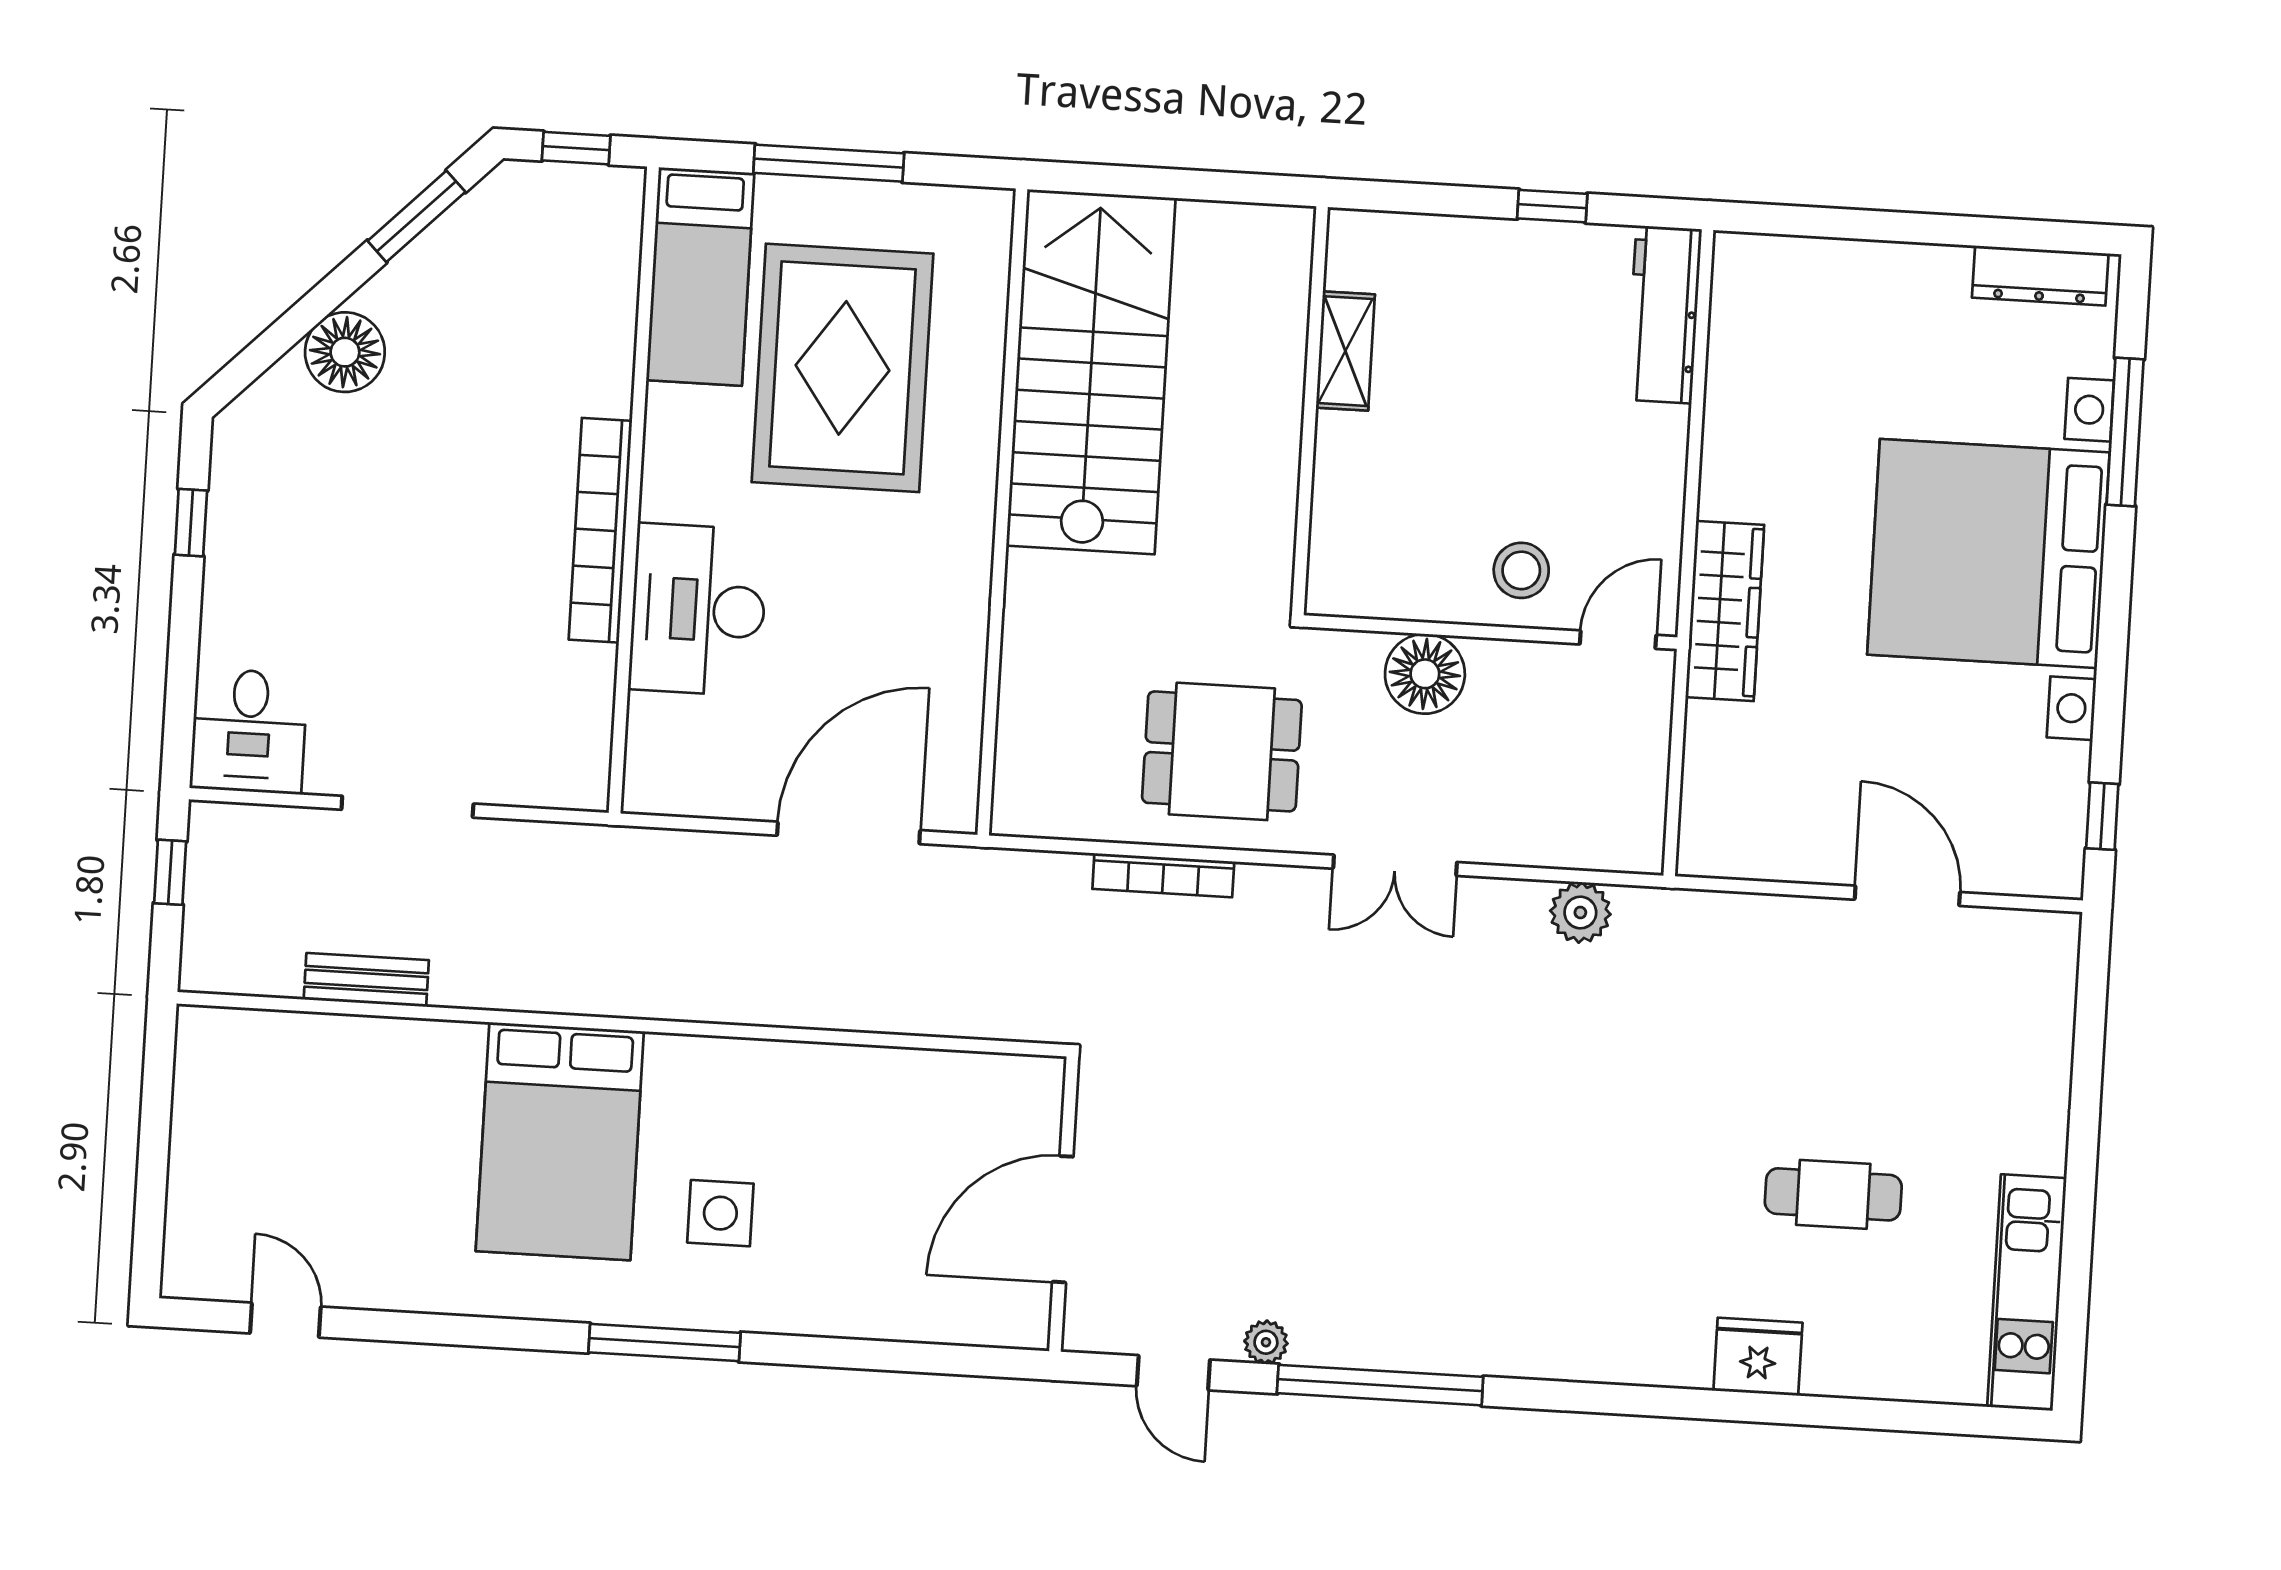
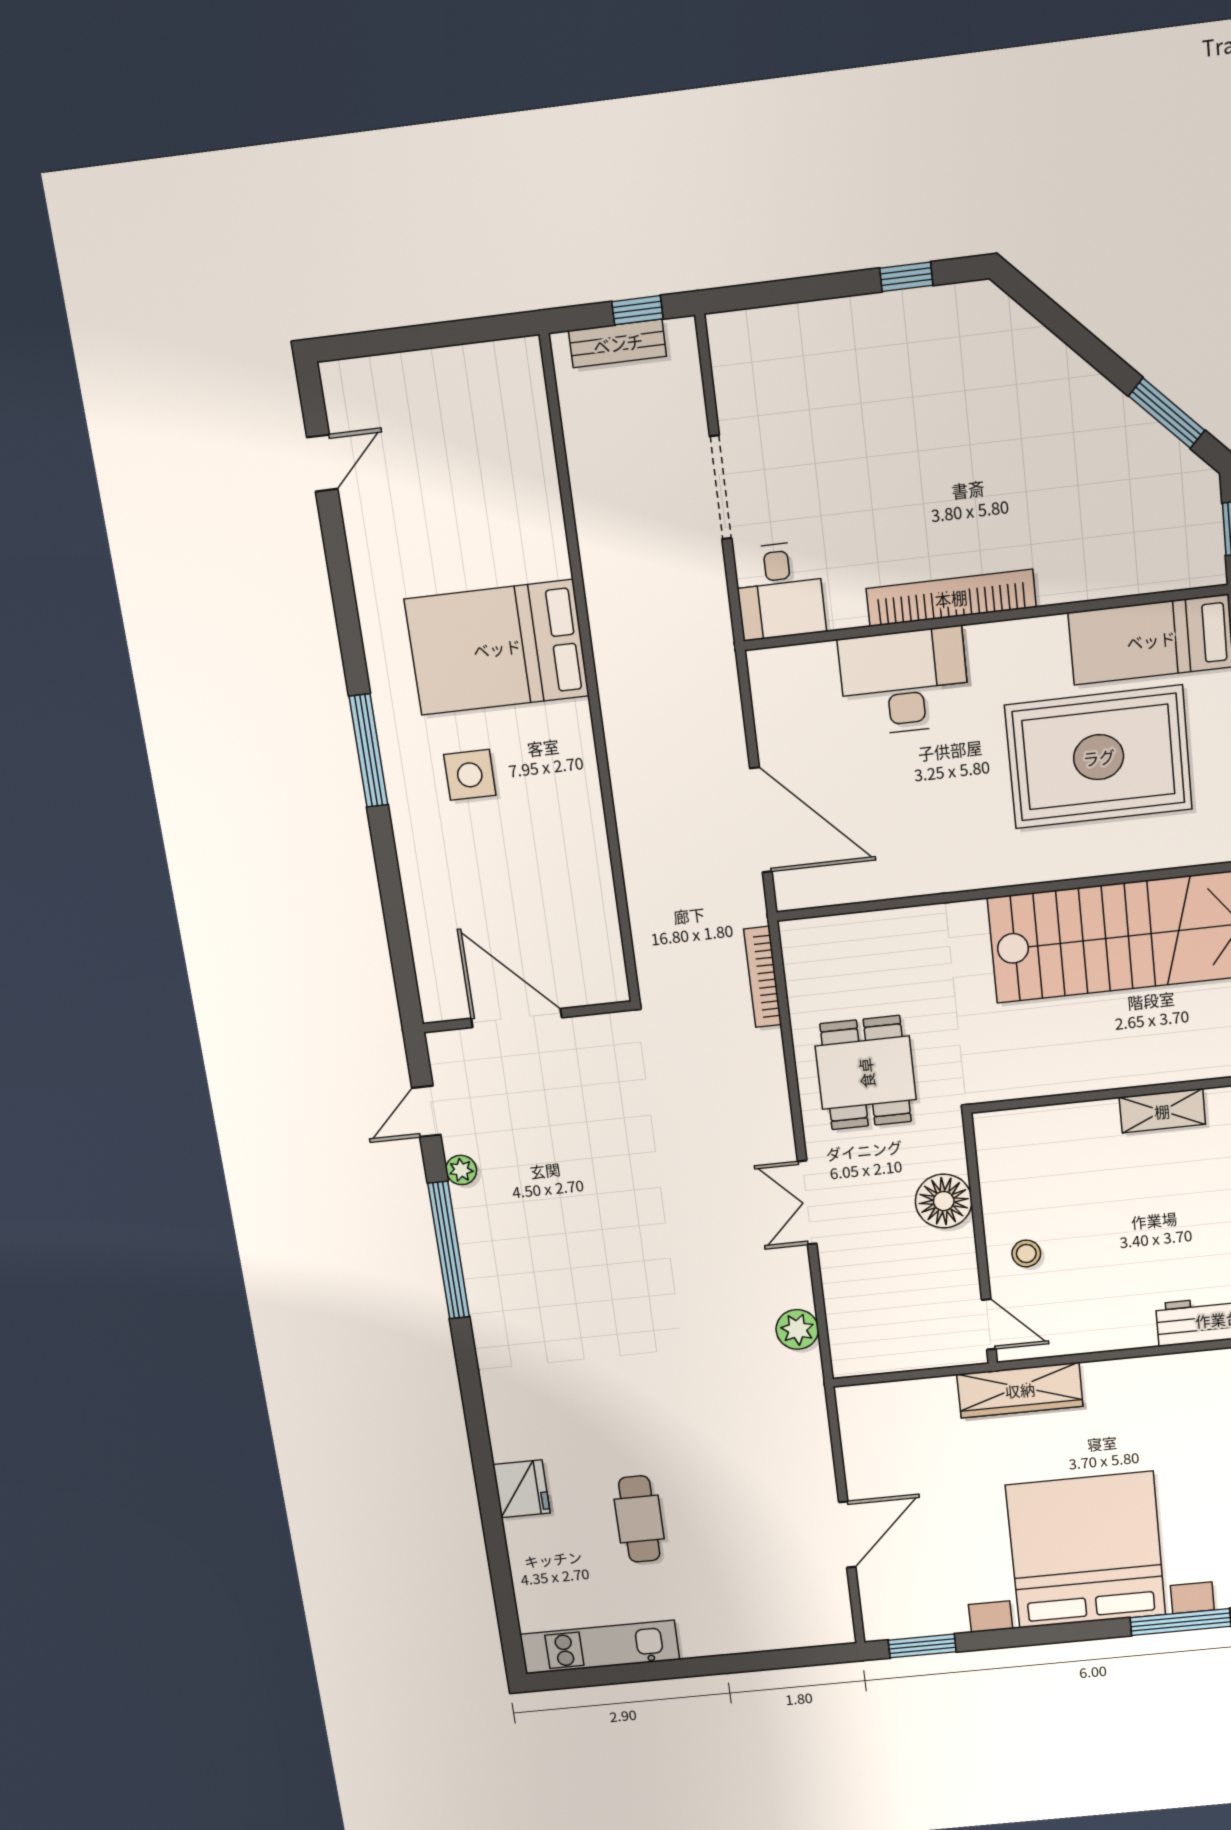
floor lamp: (345, 352) -> (1055, 376), removed
stool: (1521, 570) -> (1026, 1253), width x0.73, depth x0.73
desk: (249, 731) -> (780, 591), moved, turned -90
window: (2102, 816) -> (922, 1646), width x1.50
bookcase: (1163, 875) -> (763, 977), moved
bench: (366, 980) -> (618, 343), moved, turned 90

